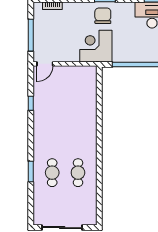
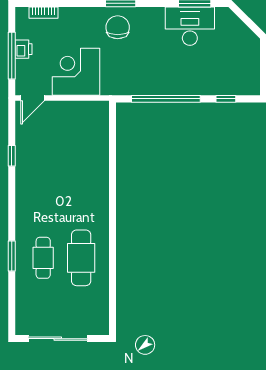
printer: (39, 31) -> (24, 49), added
corner desk: (96, 46) -> (76, 72), moved
cafe table: (78, 173) -> (81, 258), width x1.37, depth x1.35

